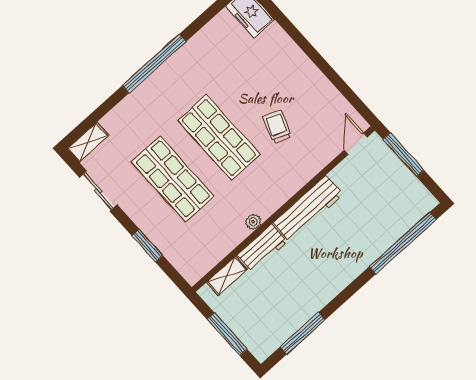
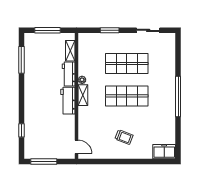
trolley: (277, 127) -> (124, 137), moved
shelving: (88, 142) -> (83, 95), moved
window: (403, 155) -> (44, 162), moved
workbench: (308, 209) -> (68, 101), width x0.73
window: (403, 243) -> (21, 130), width x0.32

